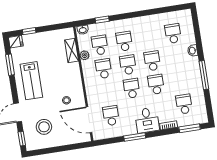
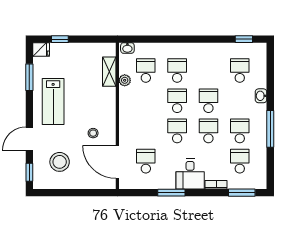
window: (102, 20) -> (244, 39), moved
school desk: (104, 69) -> (240, 131), moved

